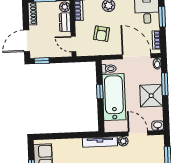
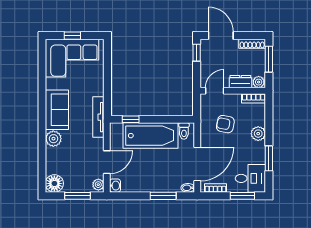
window: (100, 92) -> (131, 119), moved
shower: (151, 96) -> (150, 179), removed
plant: (123, 141) -> (98, 185), moved

